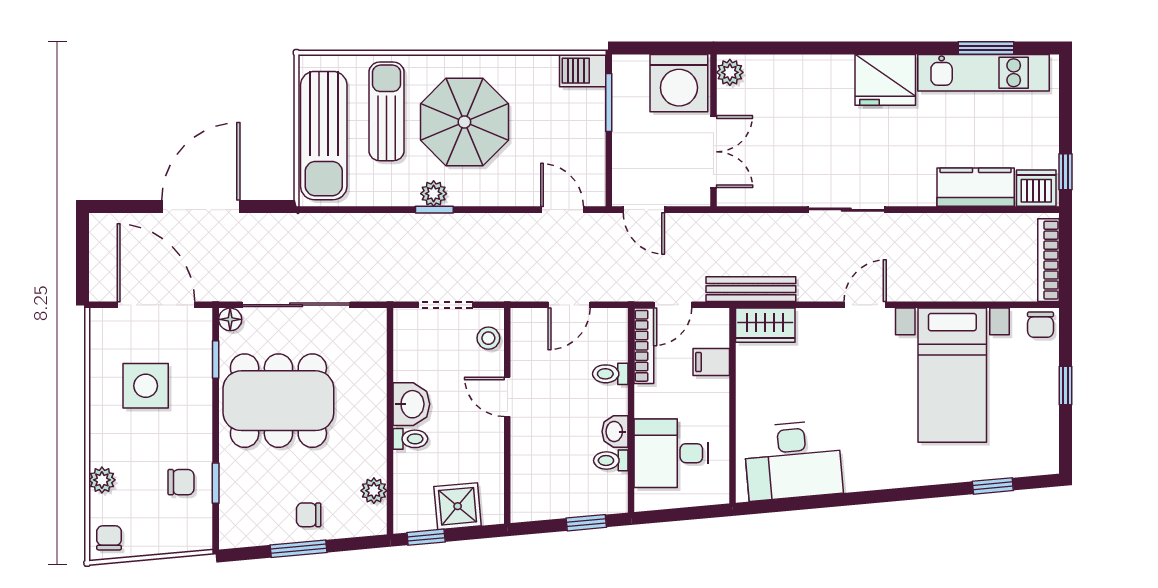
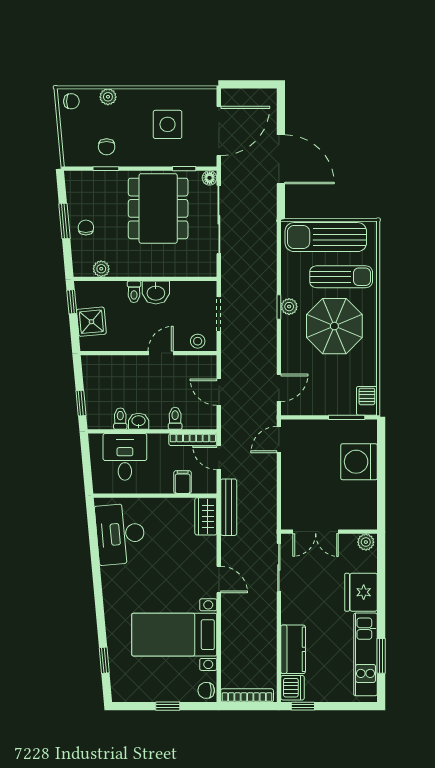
plant: (730, 72) -> (366, 542), moved
wall: (713, 130) -> (329, 532), moved
double door: (713, 152) -> (316, 532), moved

